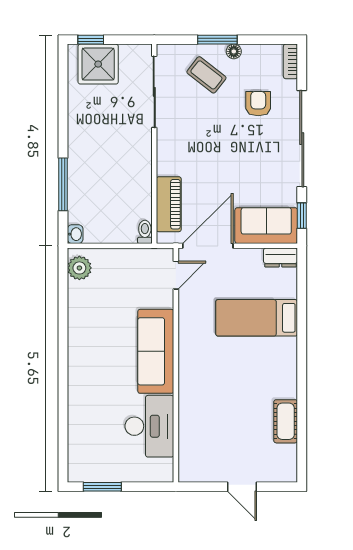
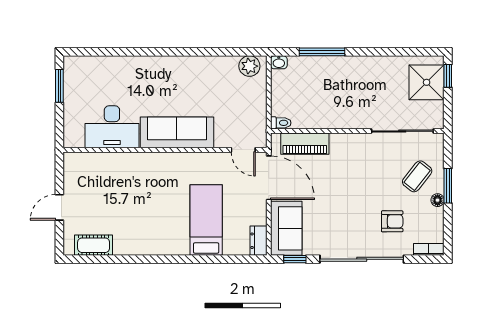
cot: (286, 421) -> (94, 245), moved

